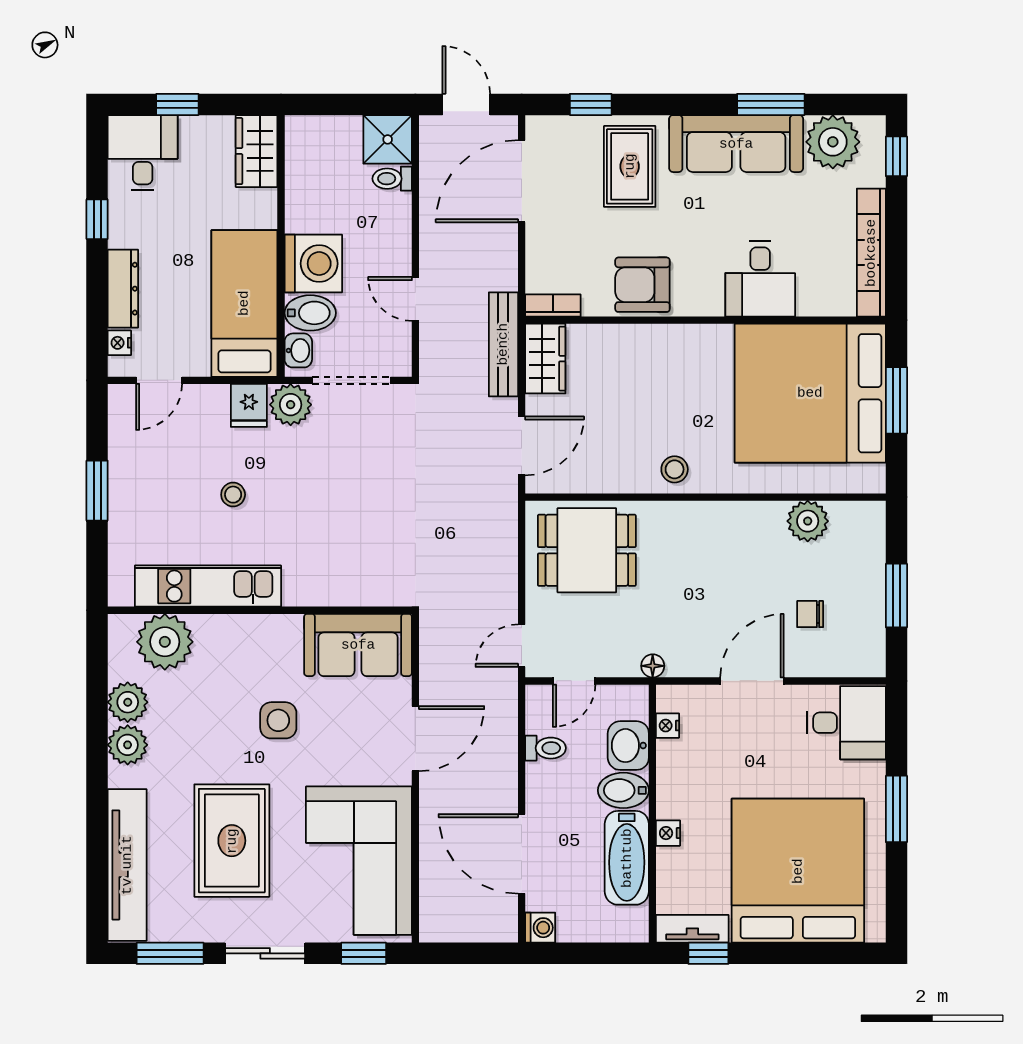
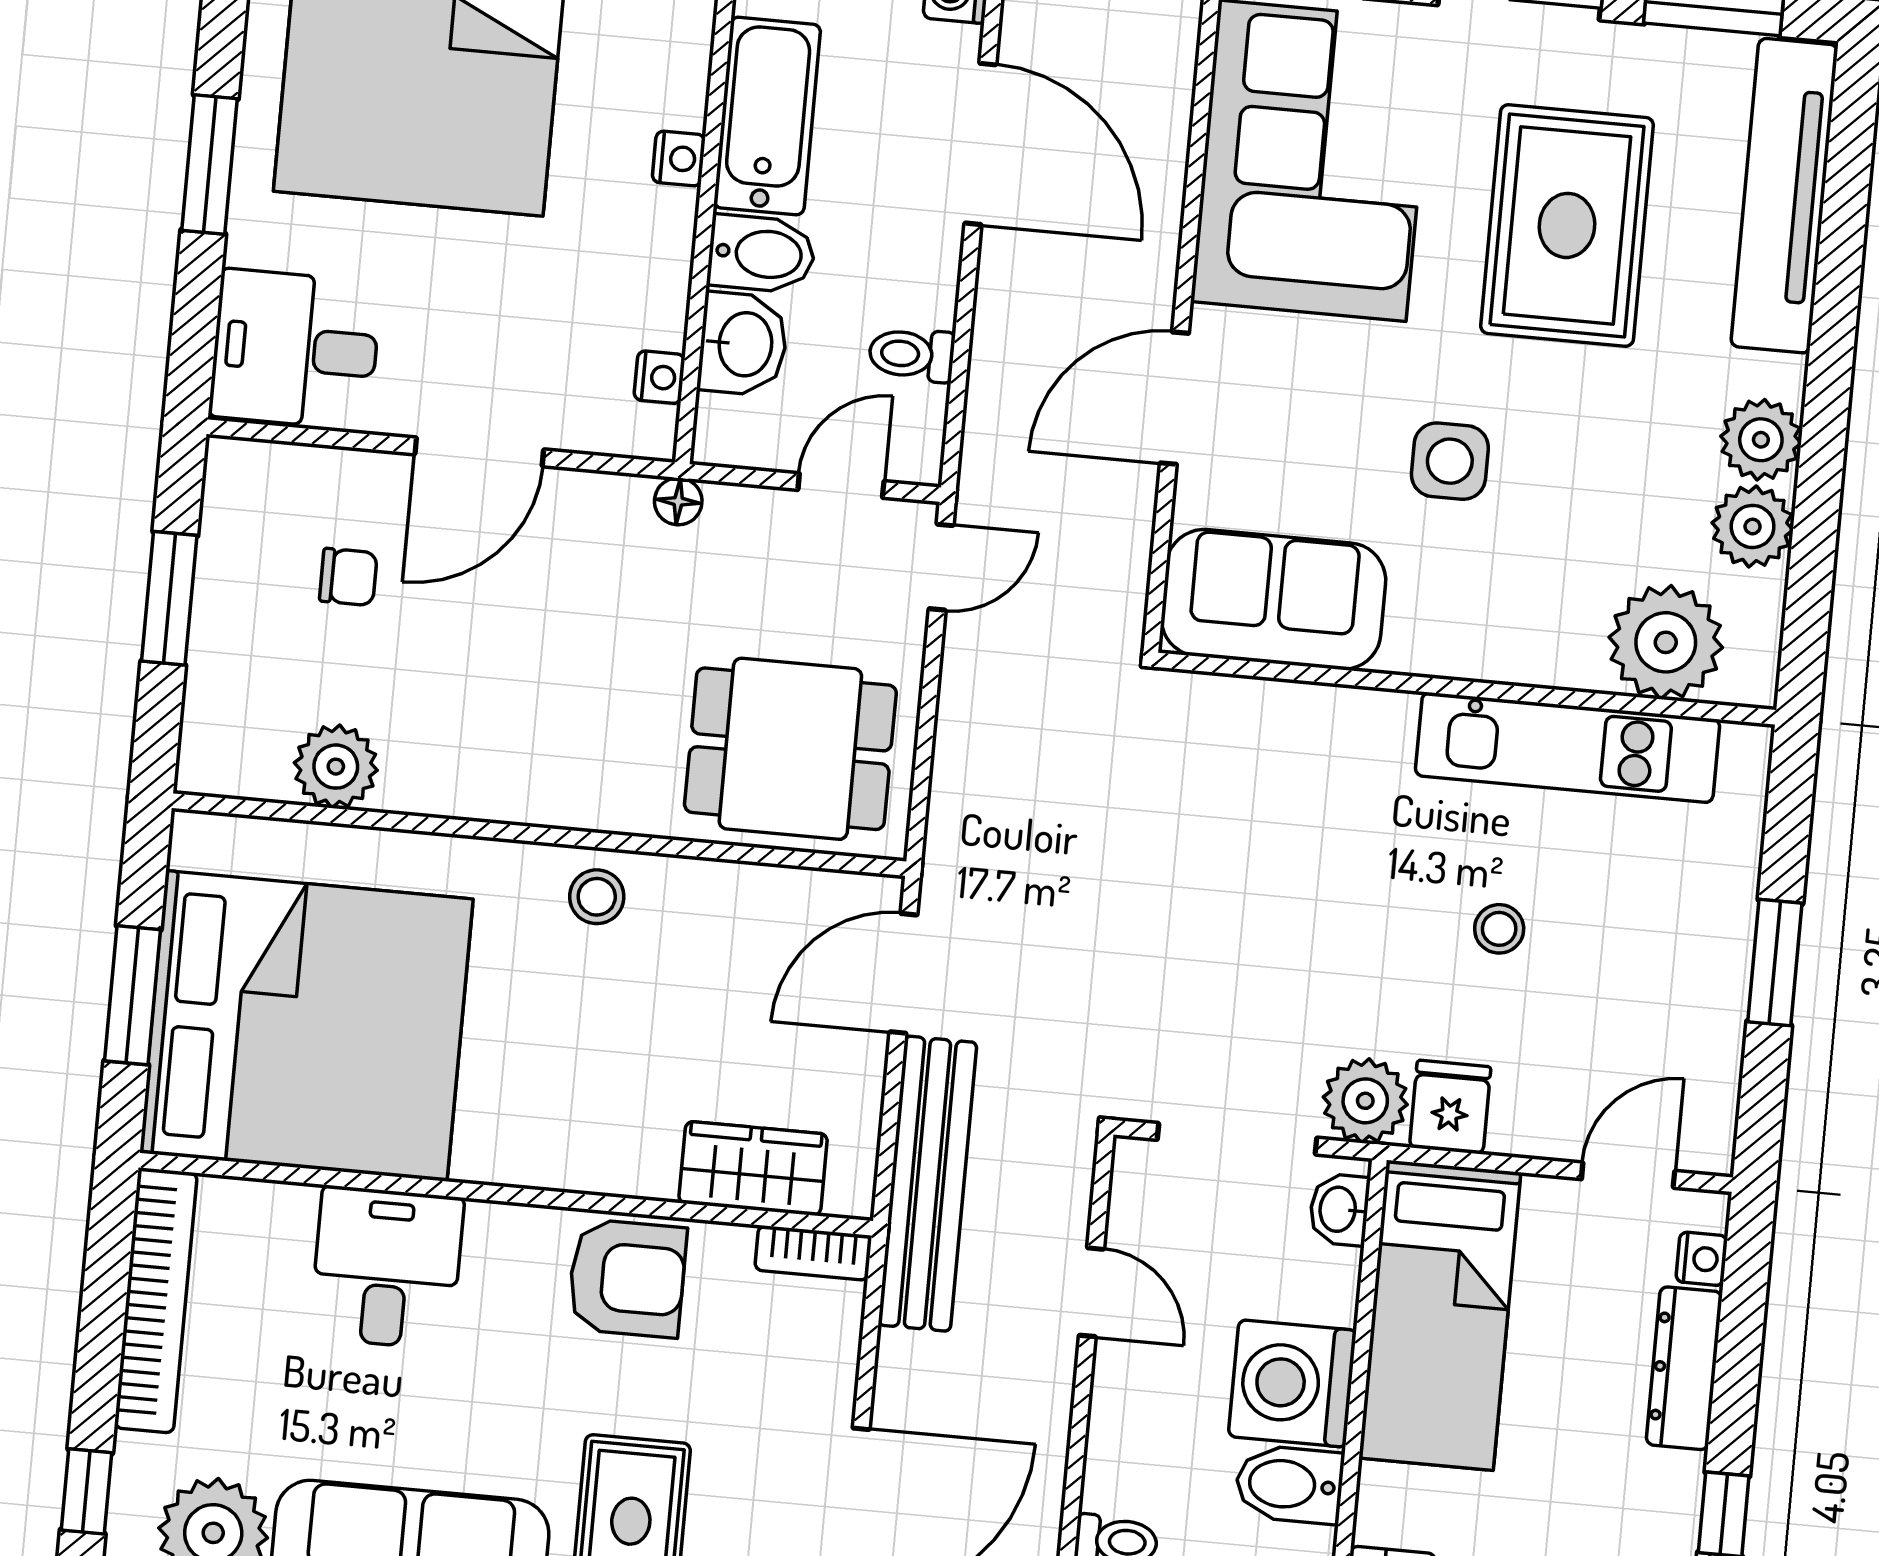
bidet: (310, 313) -> (1289, 1484), moved
bench: (503, 344) -> (927, 1184), width x1.37, depth x1.21
wardrobe: (545, 359) -> (753, 1169), moved, turned 90

